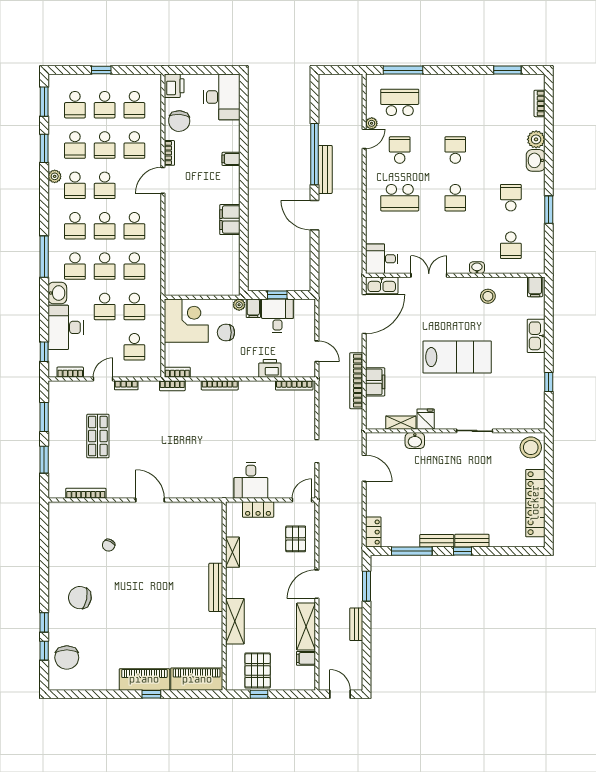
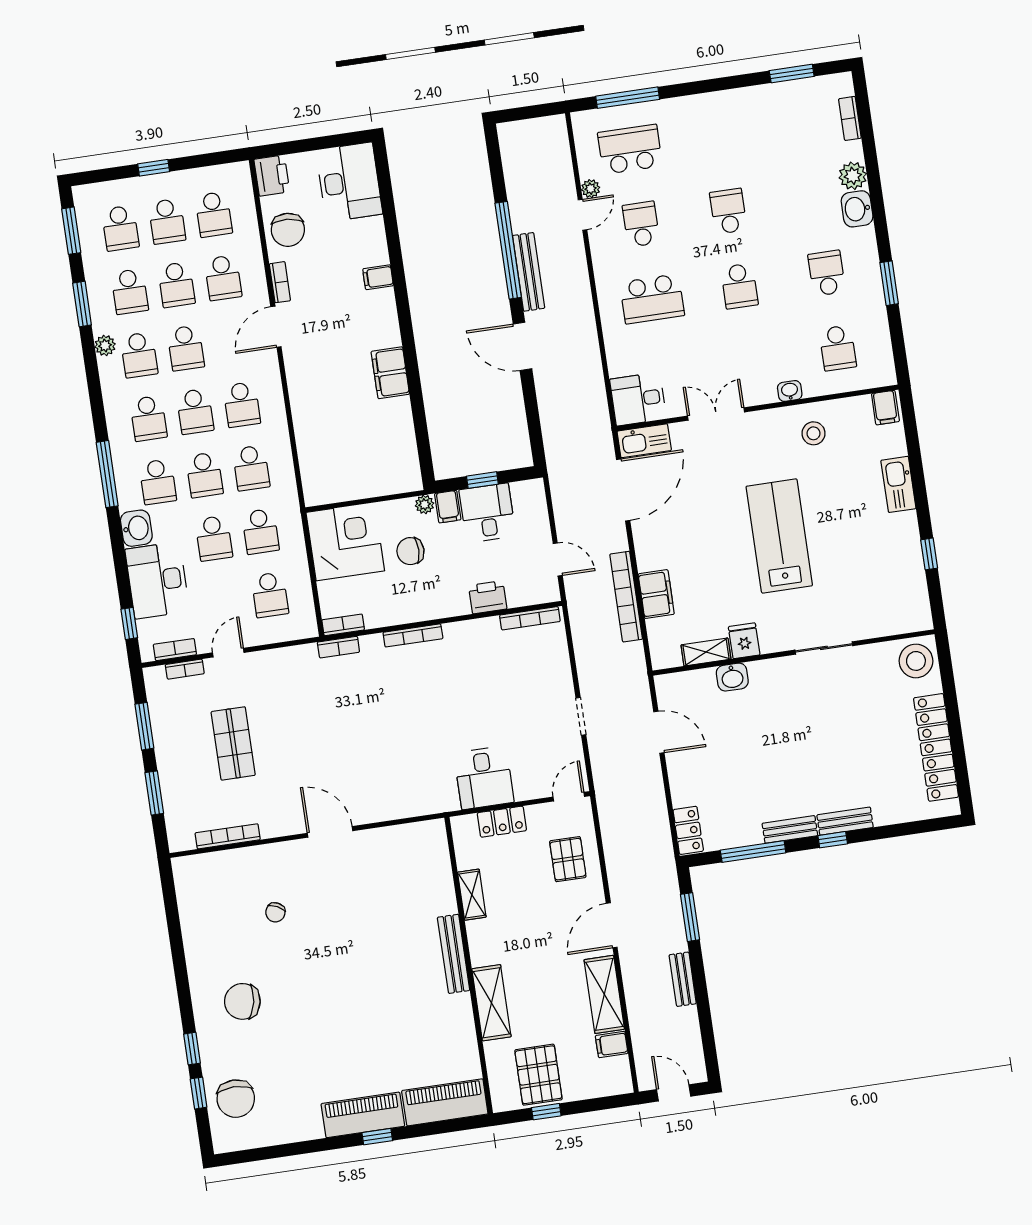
lab bench: (457, 357) -> (779, 536), turned -90
bookcase: (126, 385) -> (185, 669), moved

